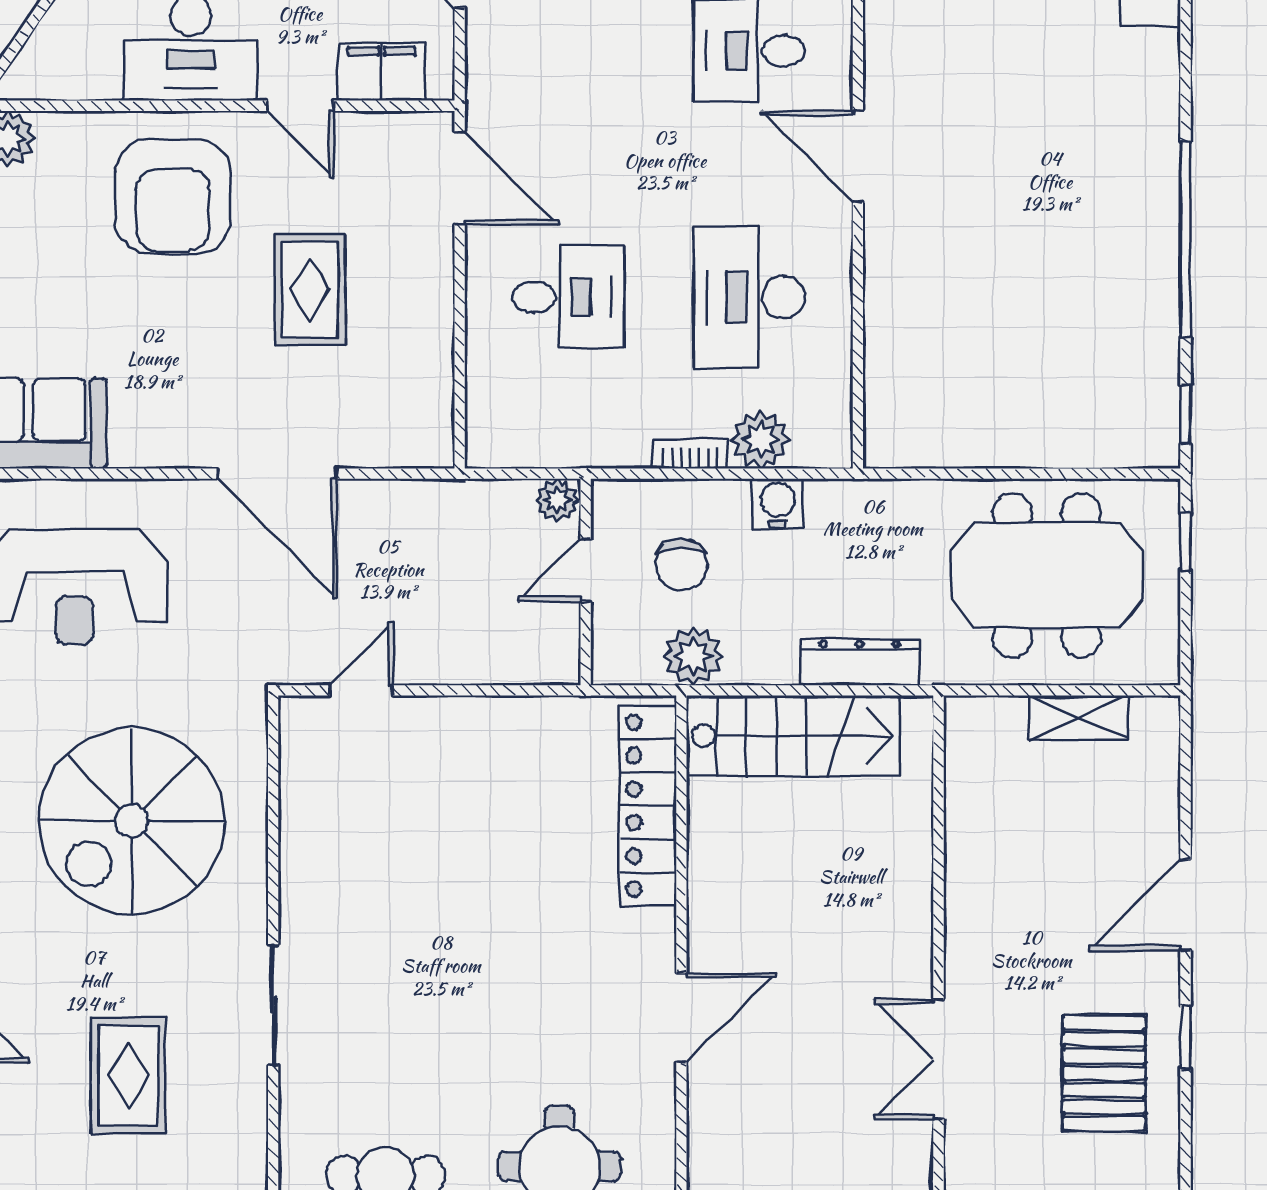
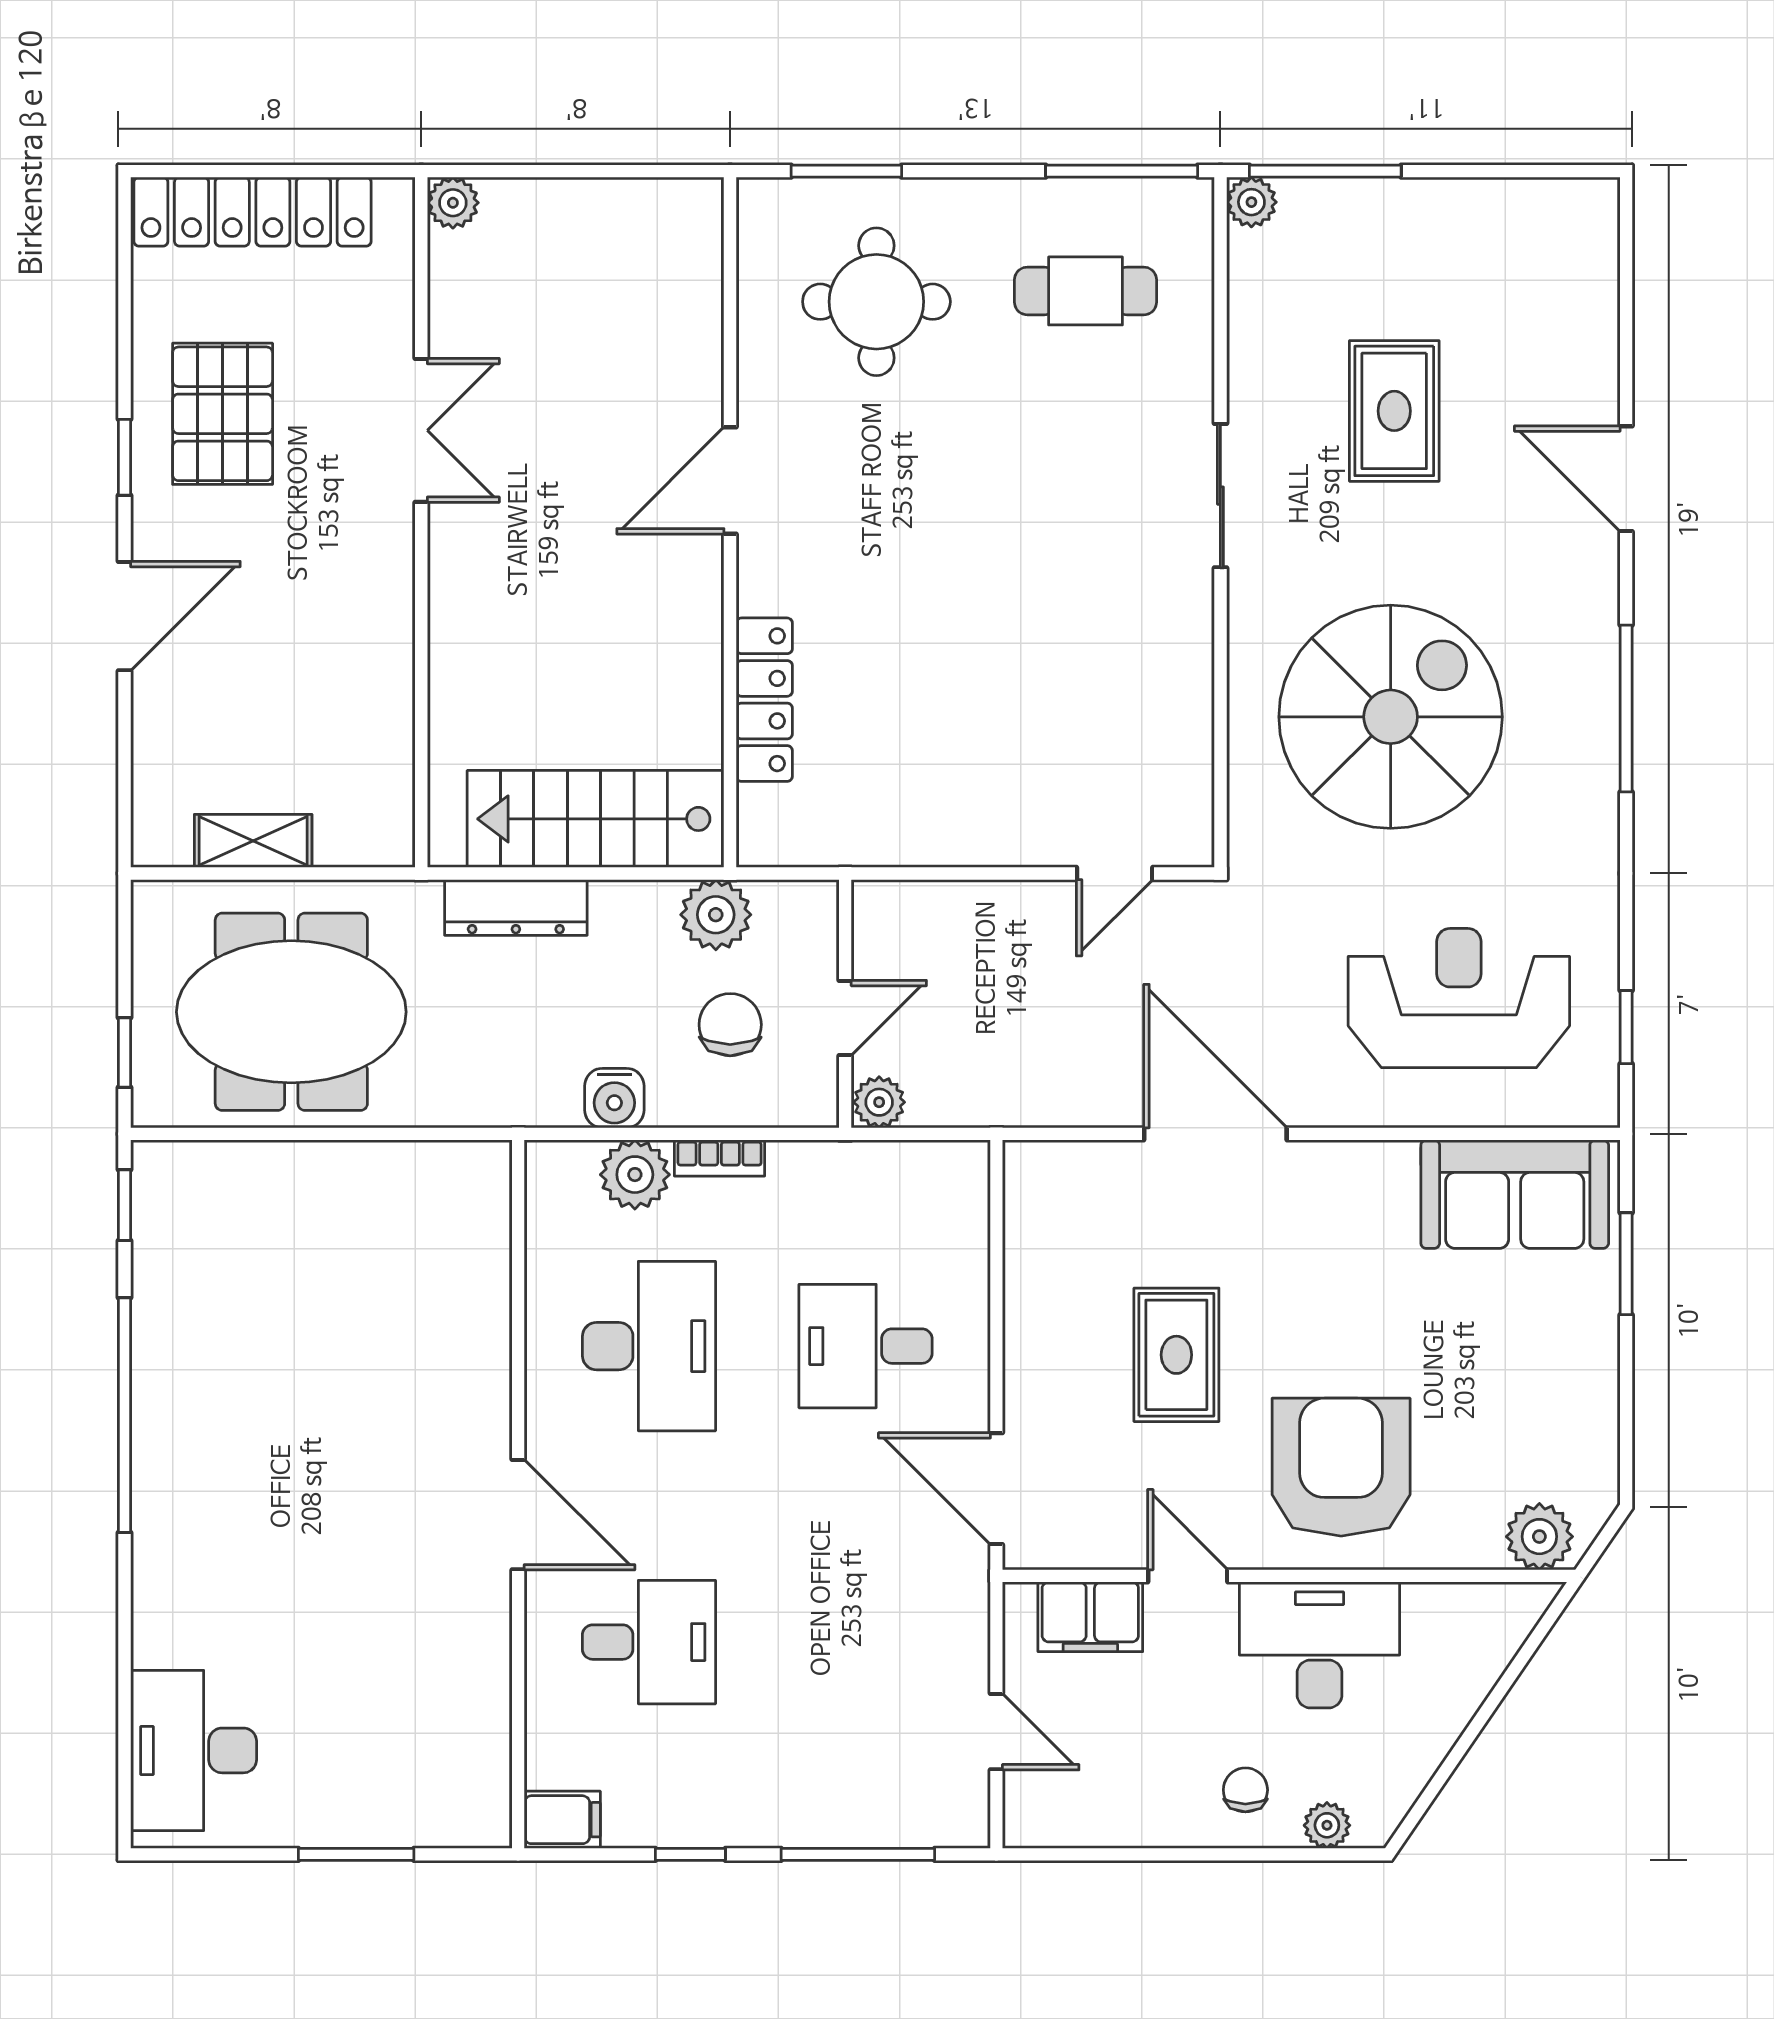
locker: (648, 806) -> (764, 700), width x0.71, depth x0.83

